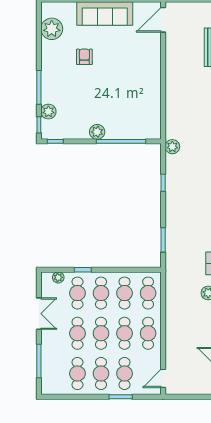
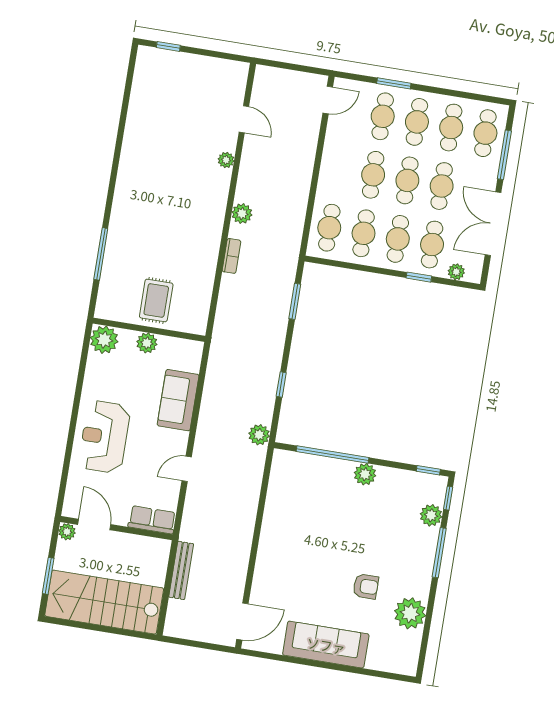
plant: (52, 29) -> (410, 613), moved
armchair: (84, 57) -> (366, 586), turned -90
double door: (39, 314) -> (493, 224), width x1.37
cafe table: (148, 333) -> (485, 133), moved

